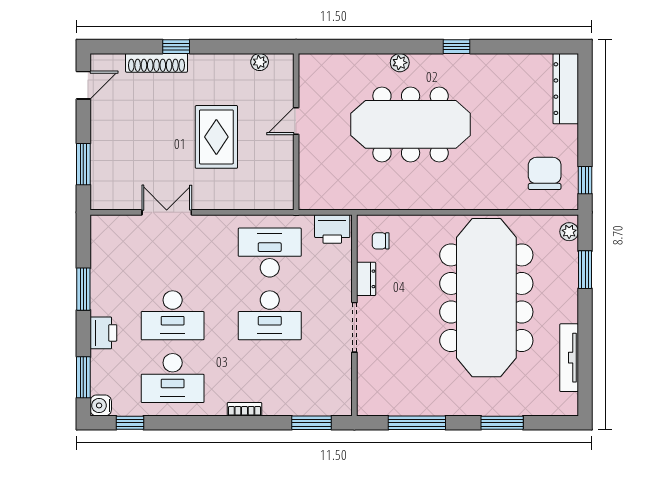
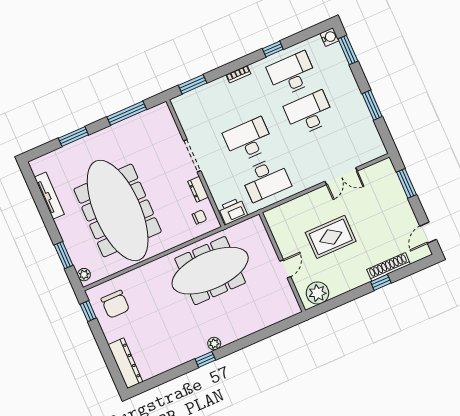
plant: (260, 62) -> (317, 293), width x1.88, depth x1.88
plant: (400, 63) -> (214, 344), moved
meeting table: (411, 124) -> (210, 271), moved
rug: (216, 137) -> (331, 237), turned 90
printer: (103, 333) -> (348, 83), removed
window: (130, 423) -> (273, 49), moved

